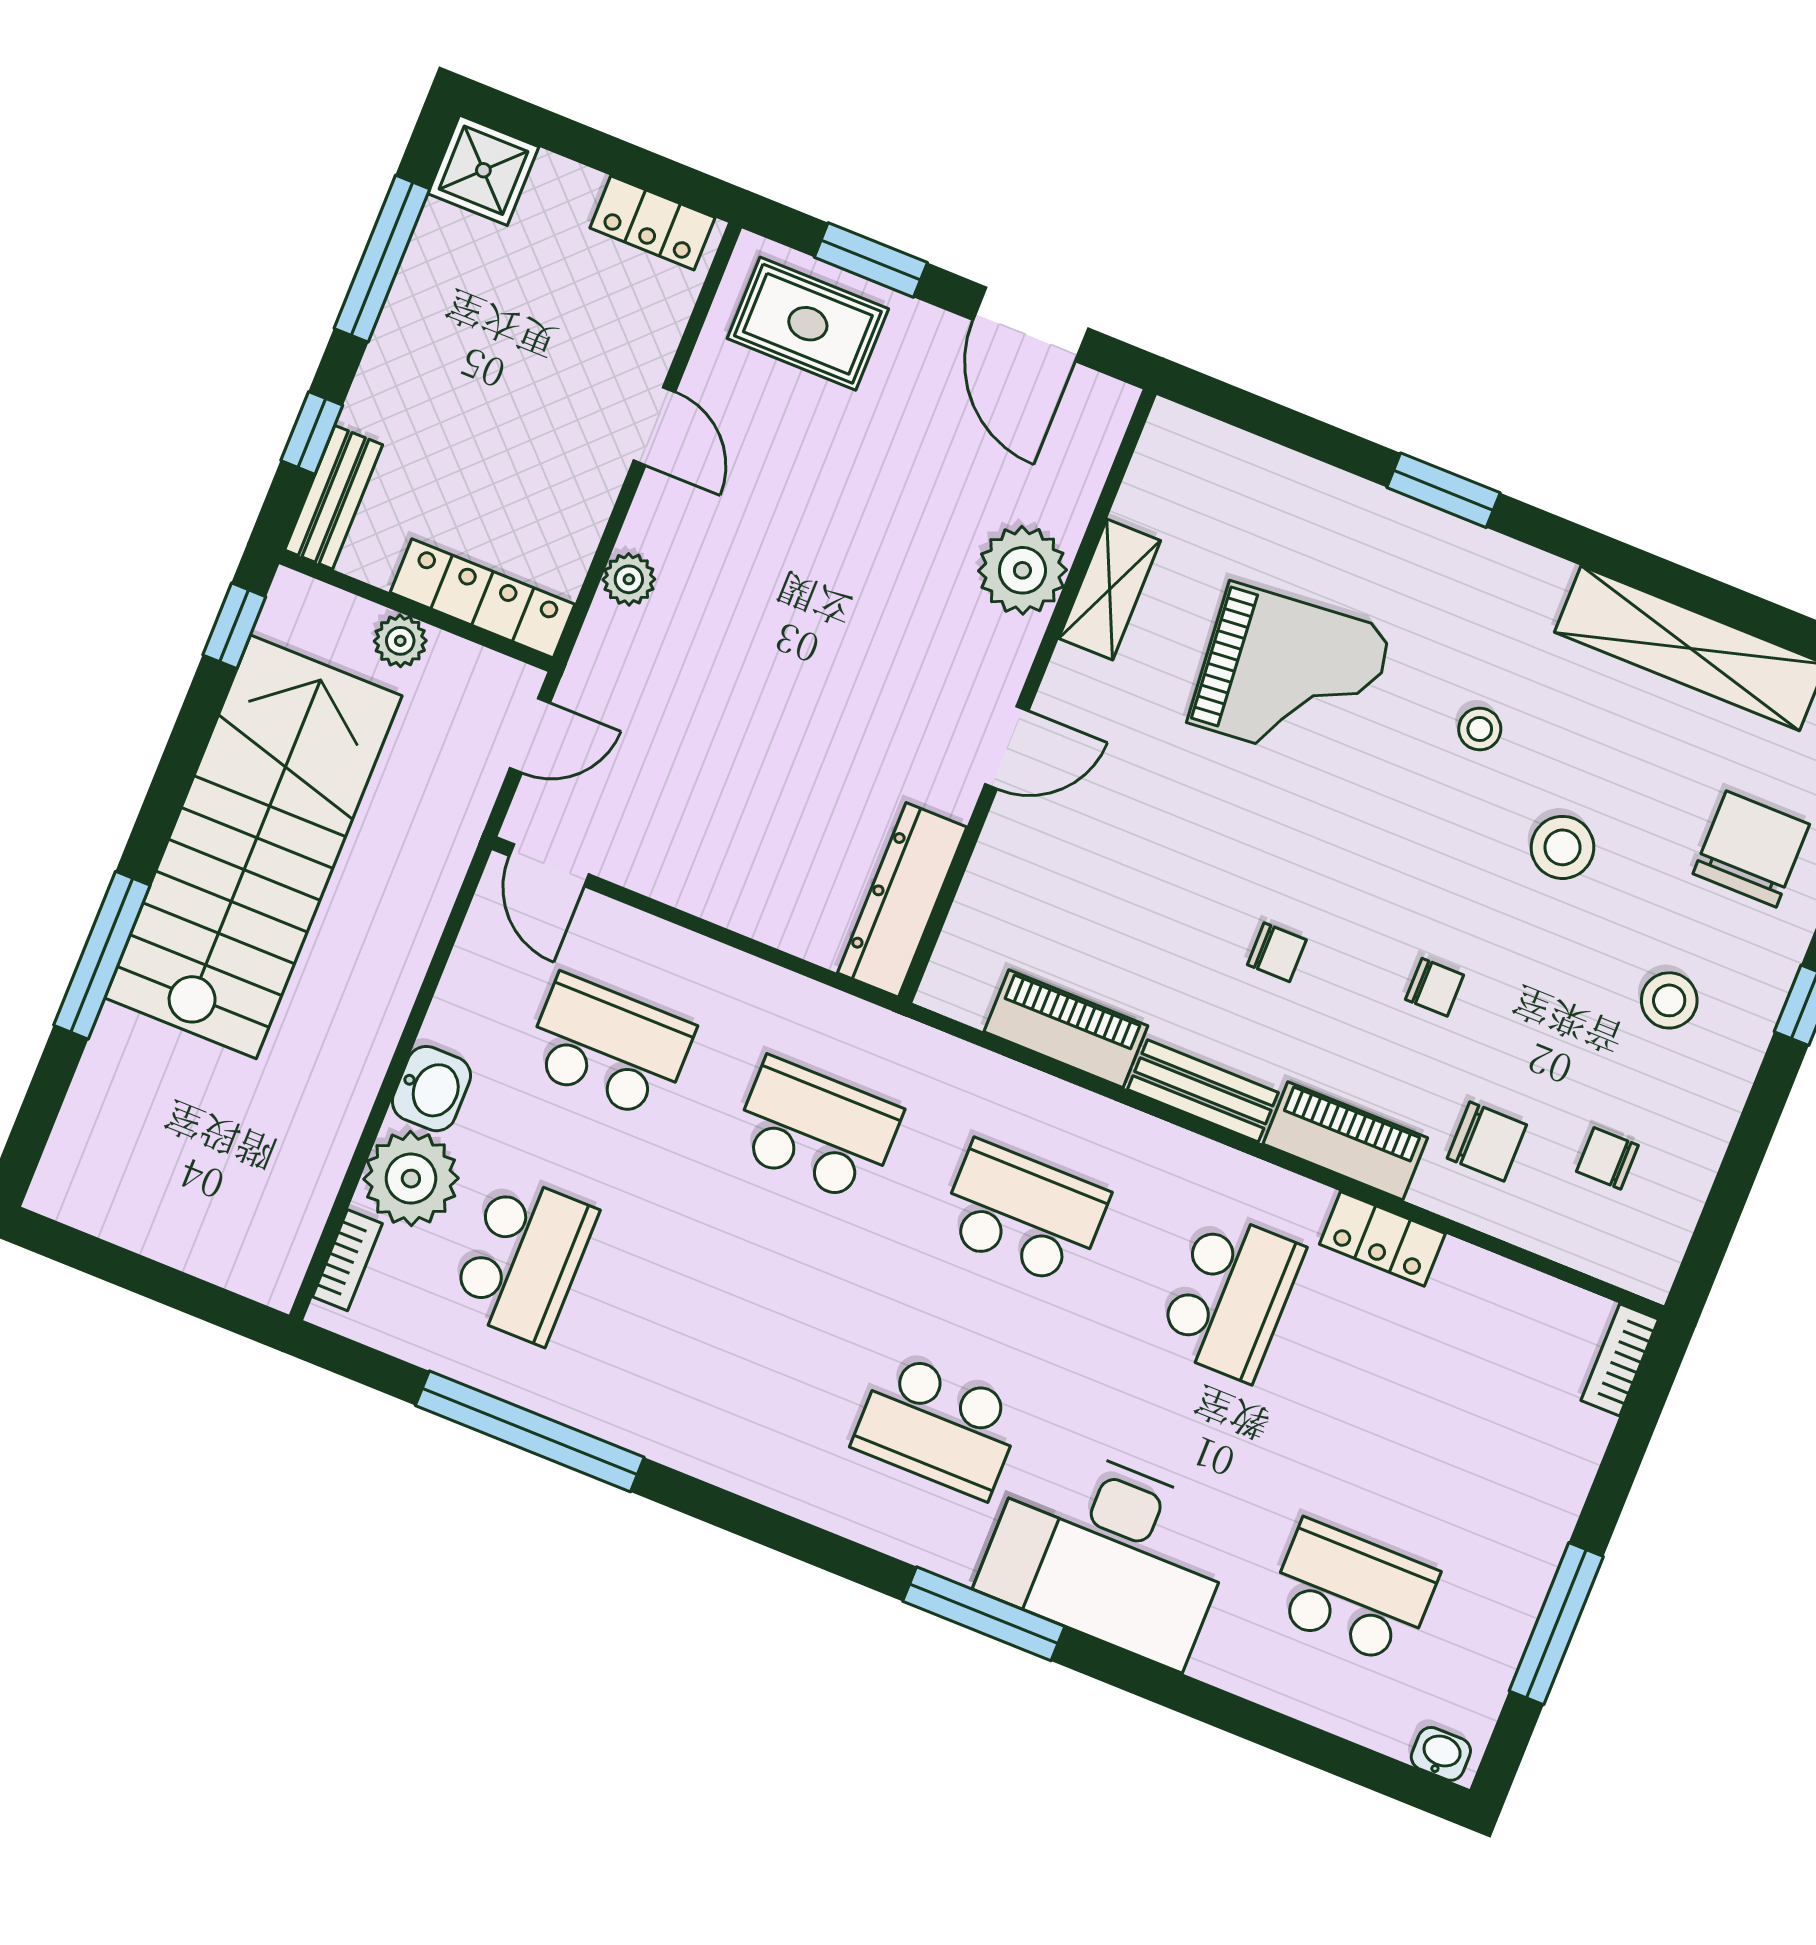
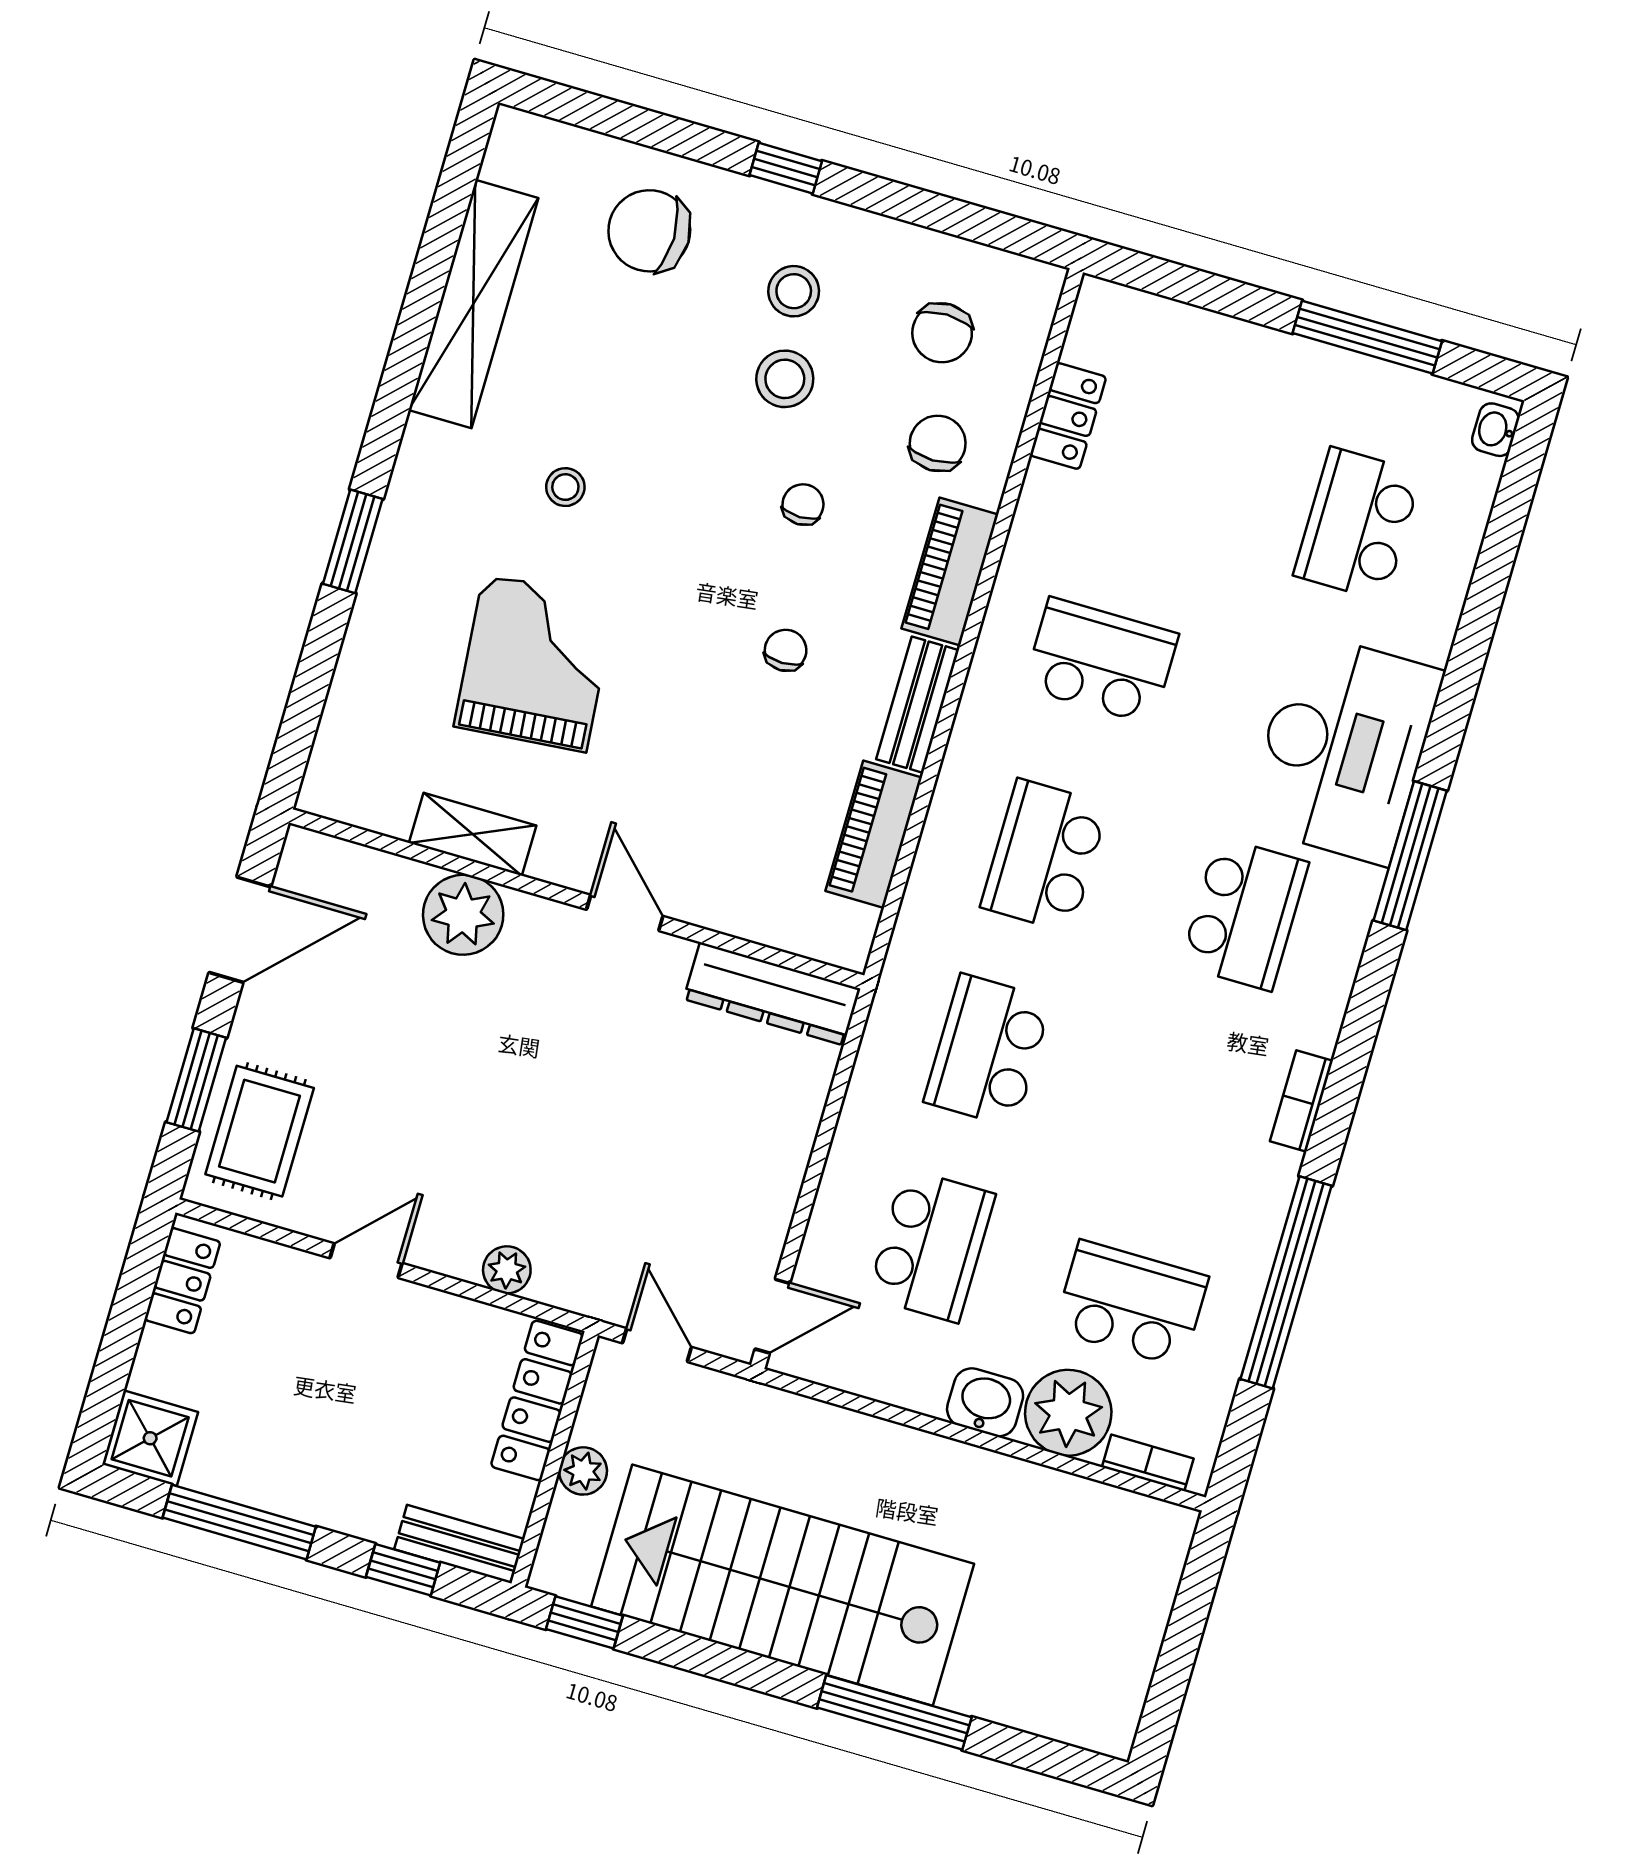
stool: (1562, 847) -> (785, 379), moved
school desk: (609, 1047) -> (931, 1245), turned 180
chair: (1607, 1158) -> (942, 333), width x1.37, depth x1.37
locker: (1382, 1239) -> (1068, 416), moved
bookcase: (1620, 1360) -> (1301, 1101), moved, turned 90

